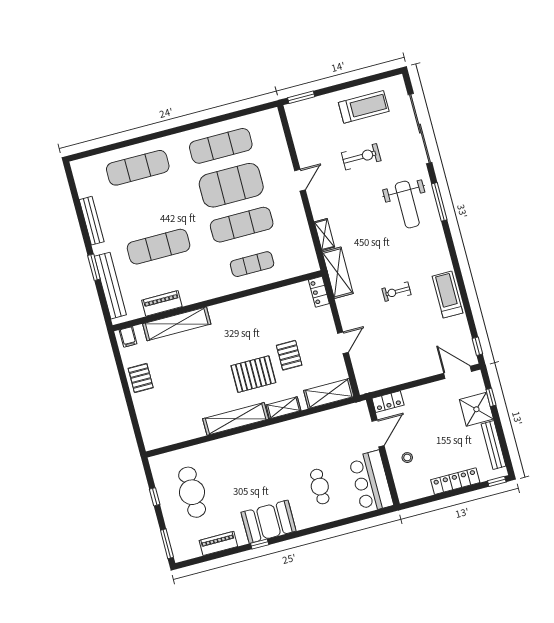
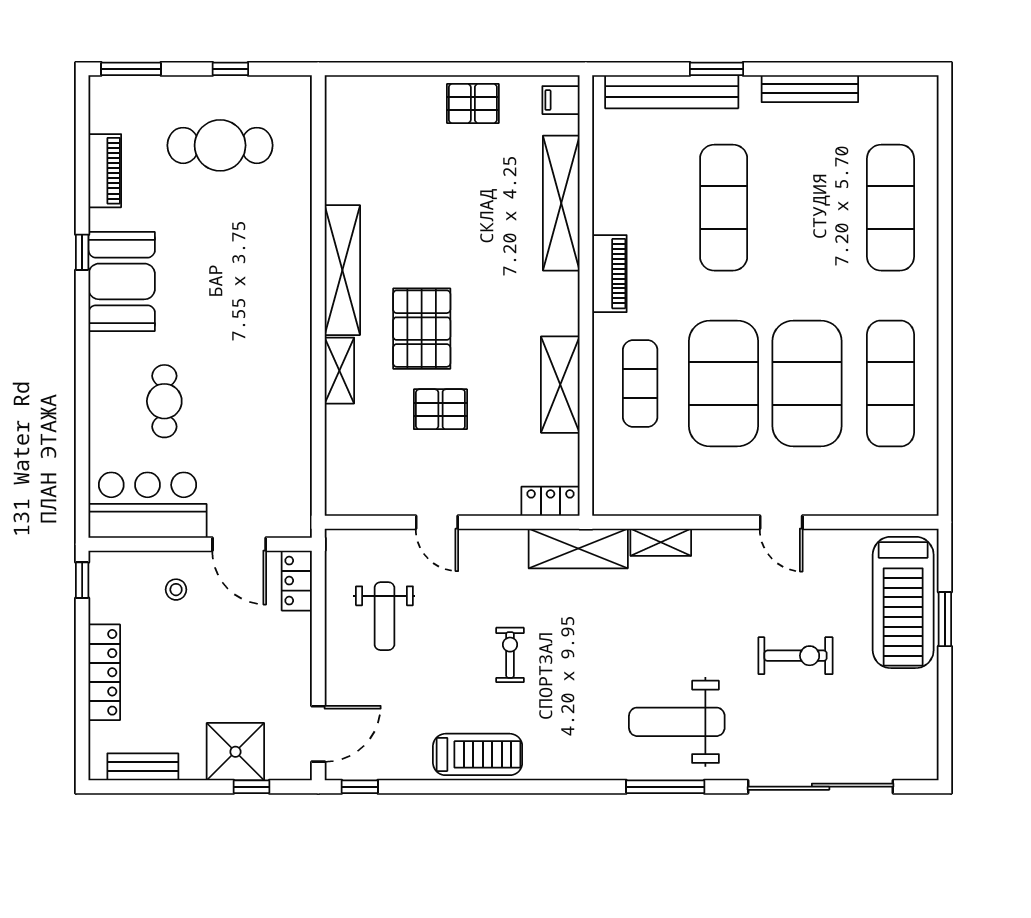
window: (301, 97) -> (945, 619), moved
treadmill: (364, 107) -> (903, 602), moved, width x1.37, depth x1.38
exercise bike: (361, 157) -> (796, 656), turned -90
exercise mat: (242, 225) -> (724, 384), width x1.47
piano: (162, 303) -> (609, 274), moved
weight bench: (394, 356) -> (384, 616), added
shelving: (329, 393) -> (560, 385), moved
bench: (494, 445) -> (143, 767), width x0.73
window: (497, 481) -> (82, 580), moved
cafe table: (320, 487) -> (164, 401), turned 90

